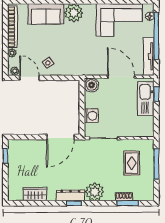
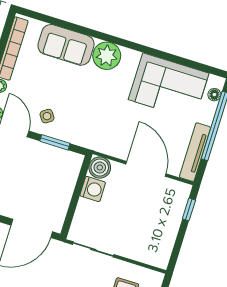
window: (58, 78) -> (55, 142), added
kitchen sink: (146, 99) -> (172, 211), removed
washing machine: (91, 116) -> (93, 189), moved

